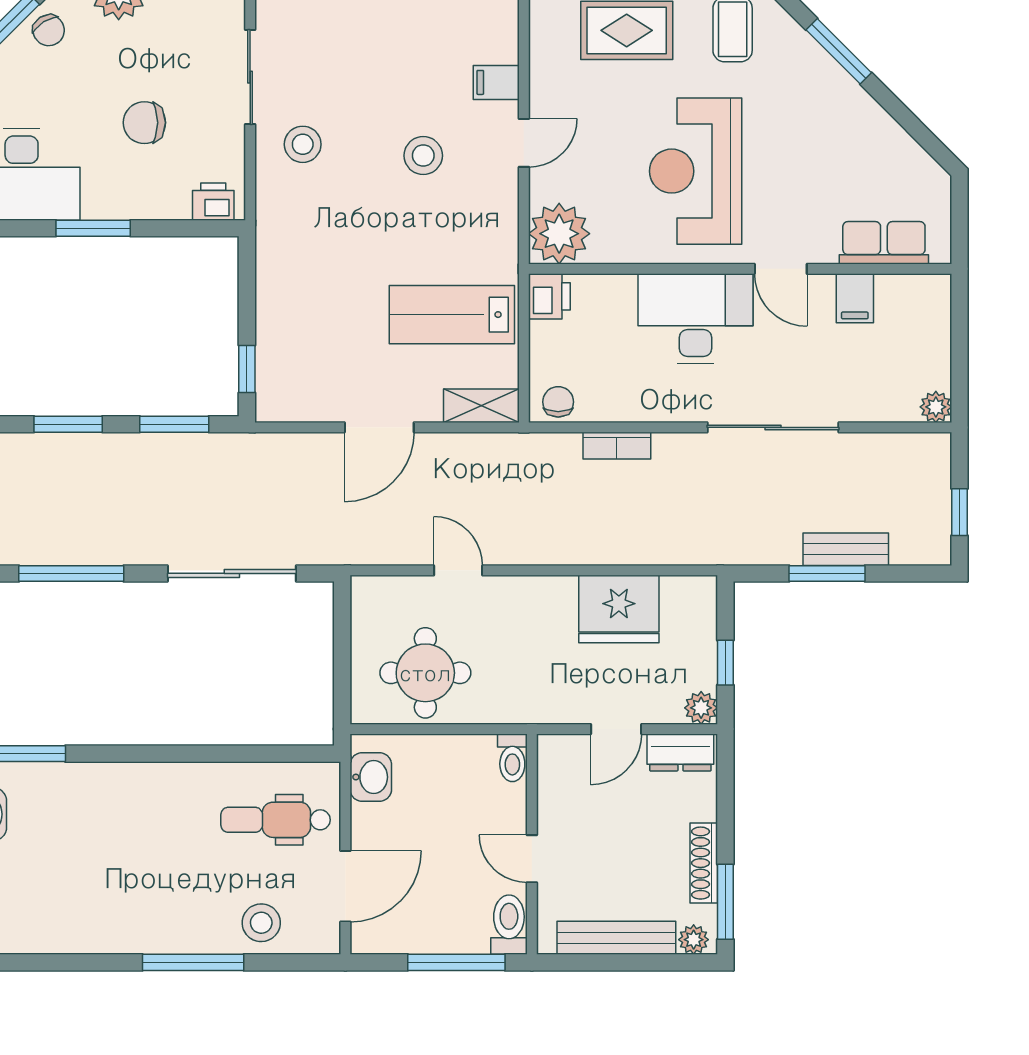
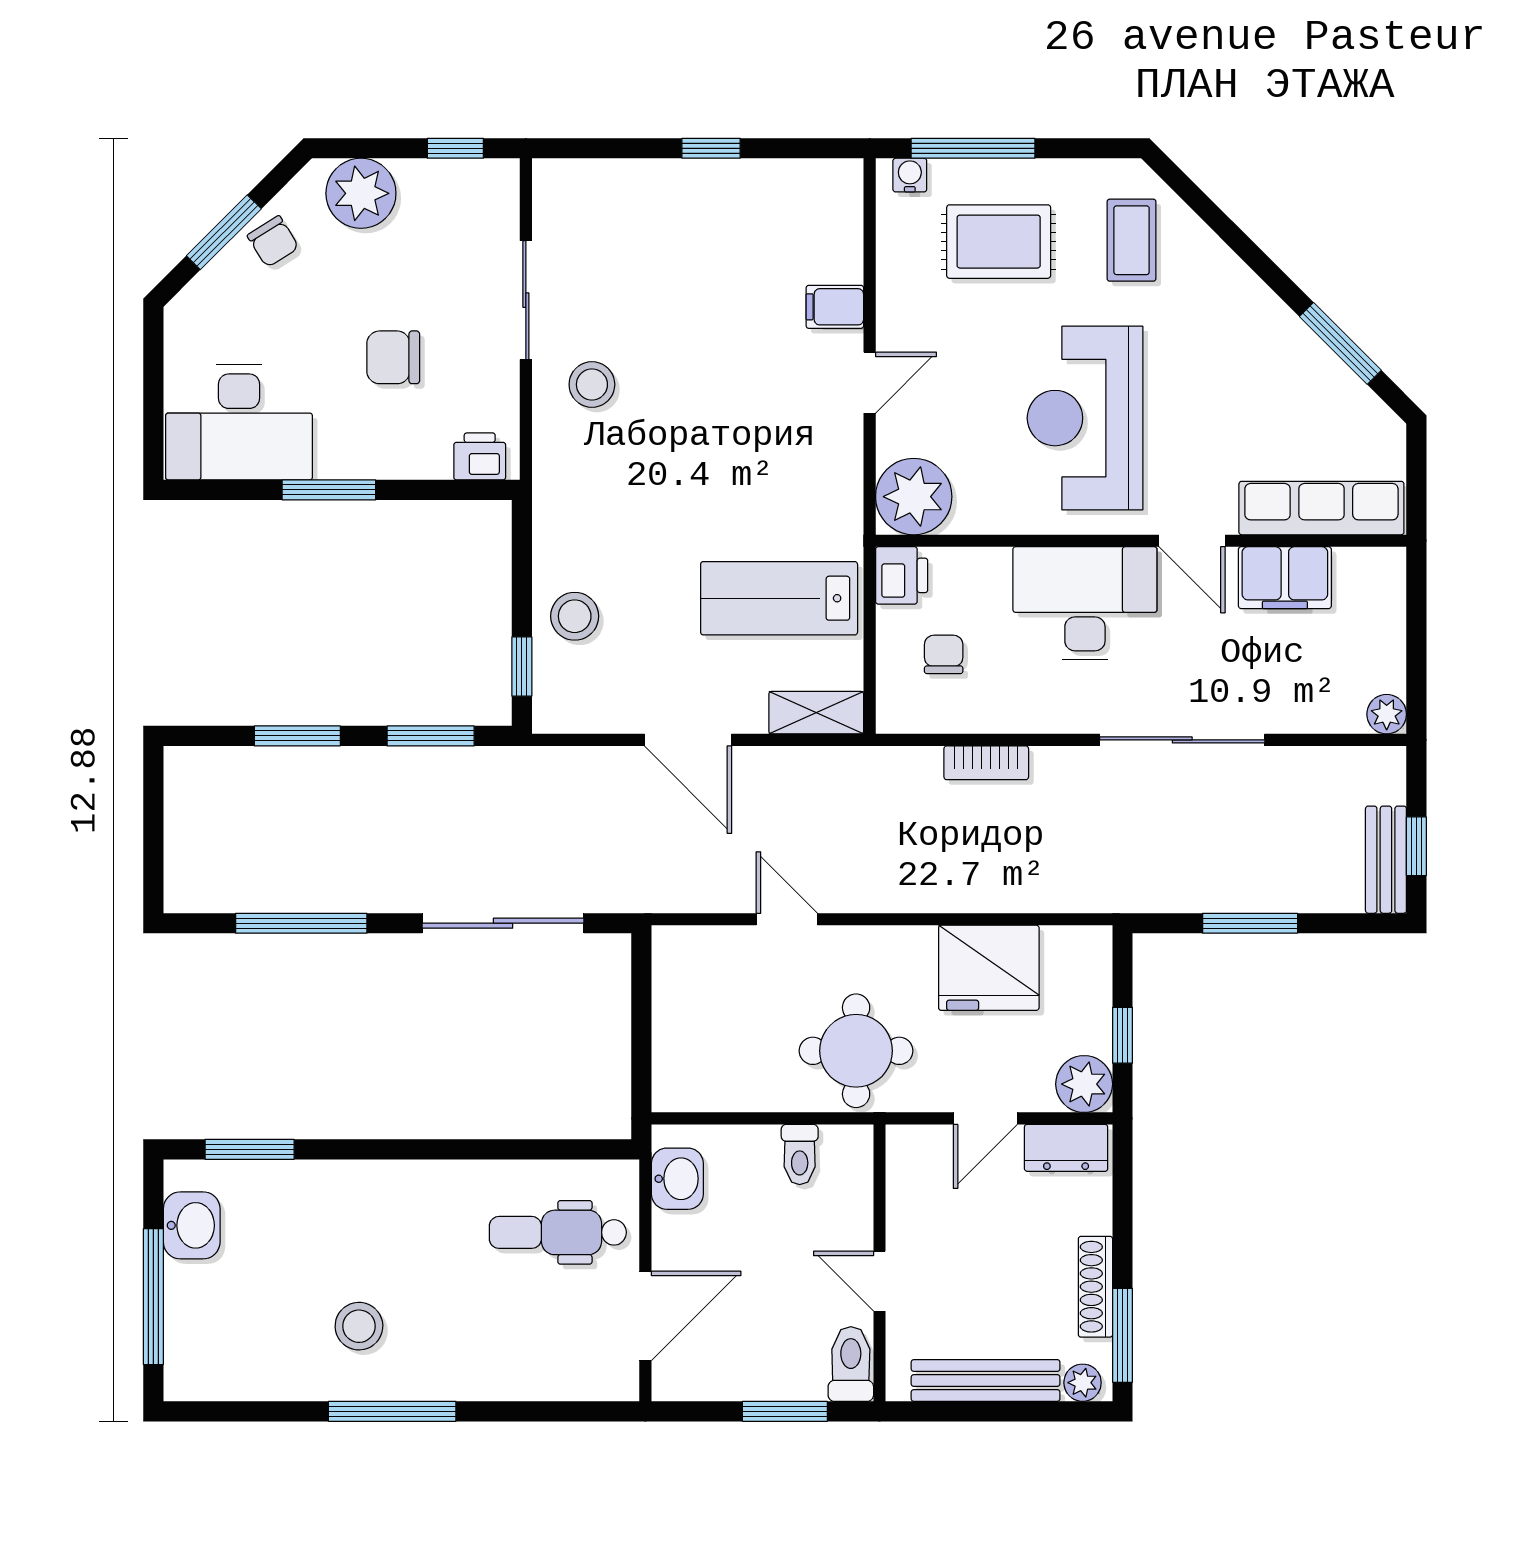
window: (839, 51) -> (1340, 343), moved
stool: (423, 156) -> (575, 616), moved
row of seats: (884, 243) -> (1321, 508), width x1.48
filing cabinet: (855, 298) -> (1285, 578), width x2.00
chair: (558, 402) -> (944, 654), moved
door: (379, 427) -> (688, 740), hinge flipped
bench: (846, 549) -> (1386, 860), moved, turned 90
round table: (425, 673) -> (856, 1051), moved
plant: (701, 708) -> (1084, 1084), width x1.38, depth x1.38
toilet: (512, 758) -> (800, 1155), moved
stool: (261, 923) -> (359, 1326), moved
window: (193, 962) -> (392, 1411), moved
window: (456, 962) -> (785, 1411), width x0.69

